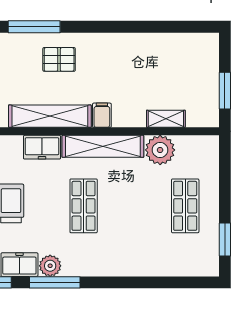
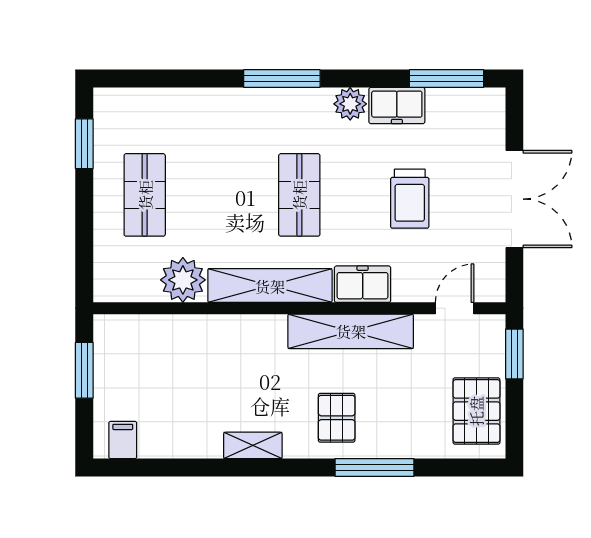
pallet: (59, 59) -> (337, 418), turned 90
filing cabinet: (102, 115) -> (123, 440), moved, turned 180
shelving: (166, 119) -> (253, 445), moved
window: (55, 282) -> (282, 79), moved

